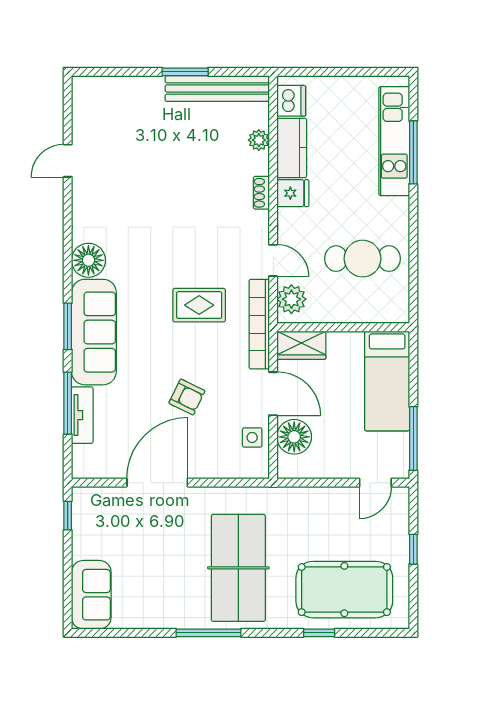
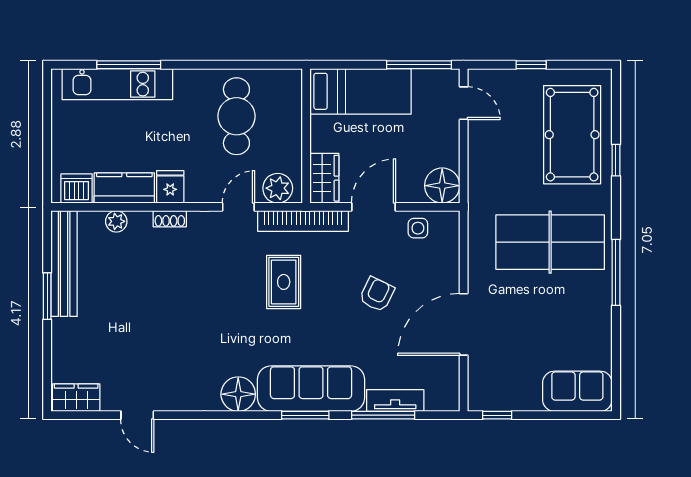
wardrobe: (85, 100) -> (76, 398), added
floor lamp: (294, 437) -> (442, 186), moved
door: (157, 483) -> (464, 324), hinge flipped

